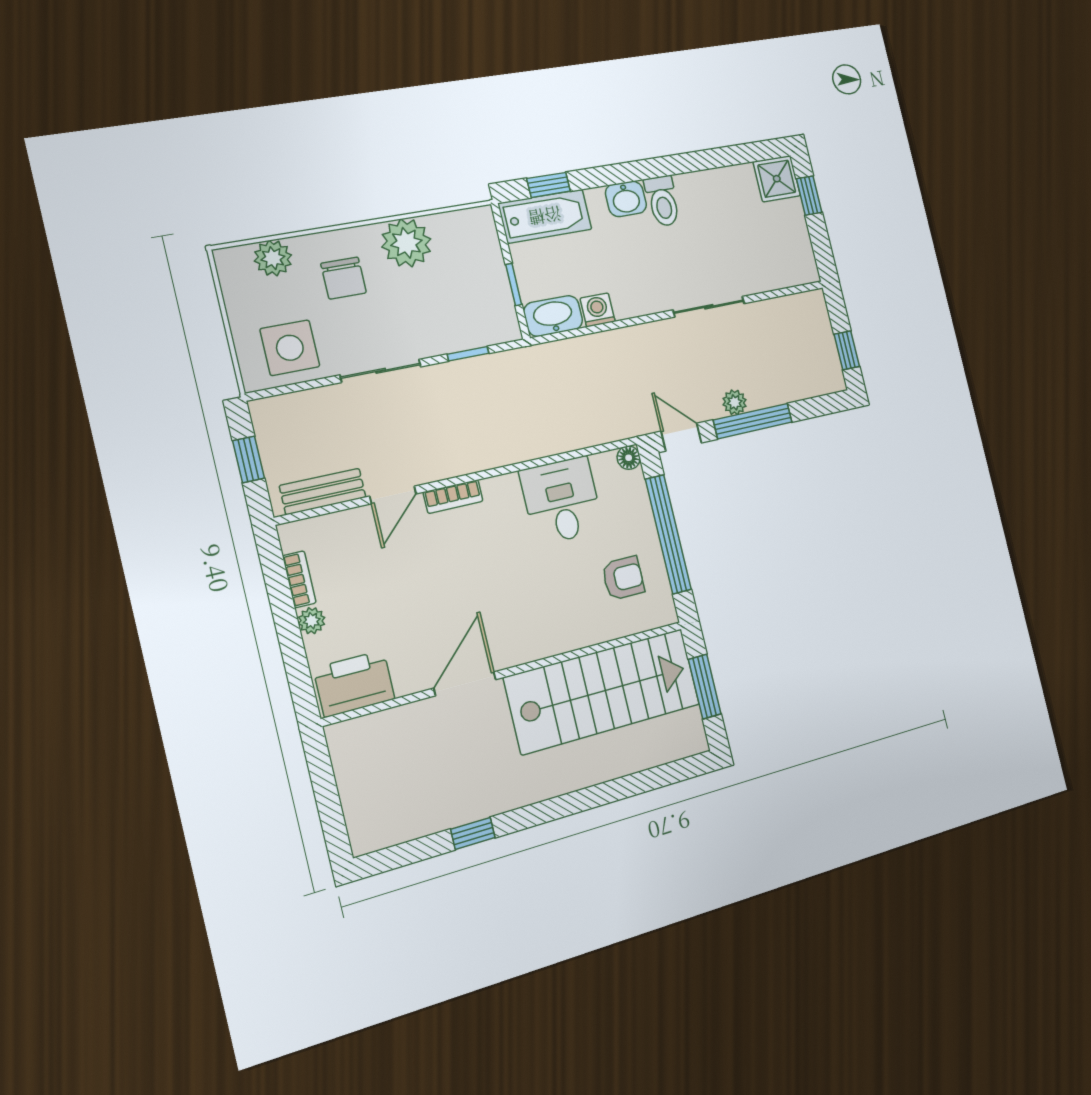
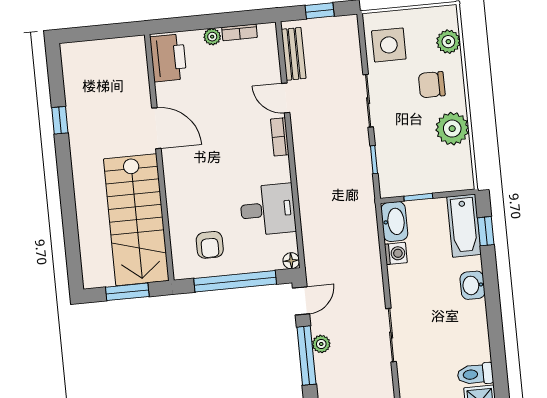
toilet: (663, 201) -> (475, 374), moved

